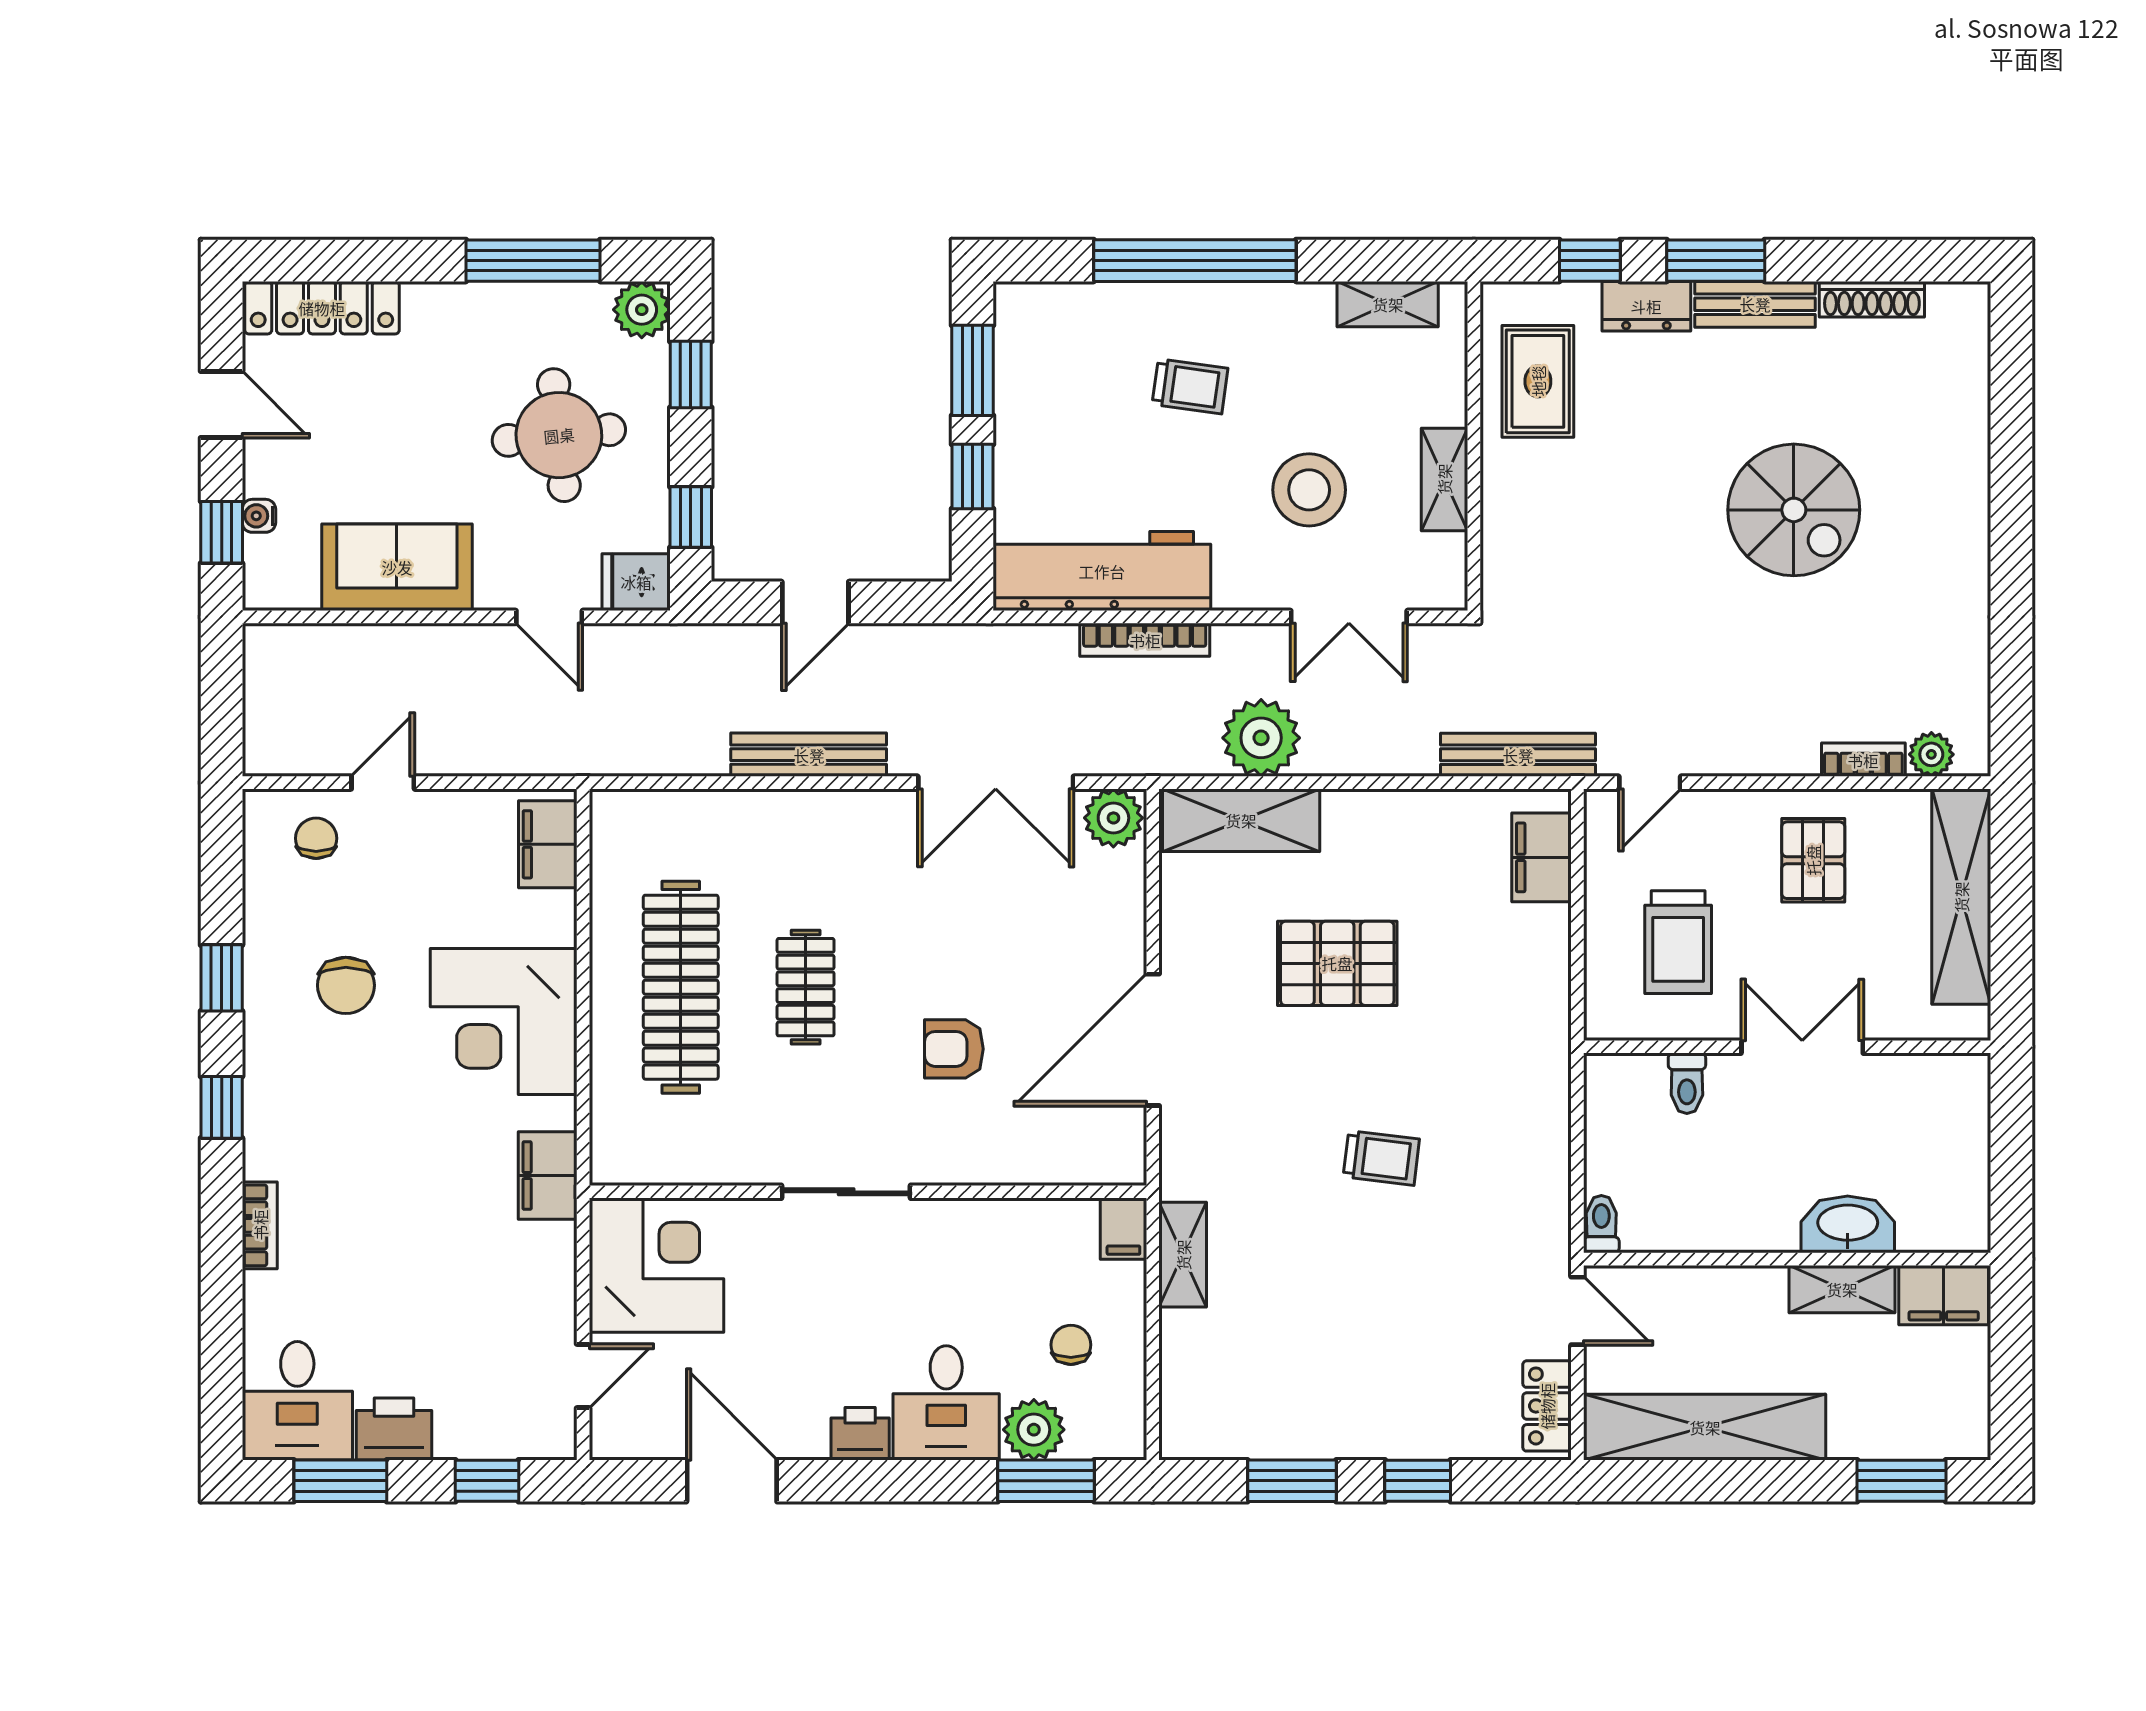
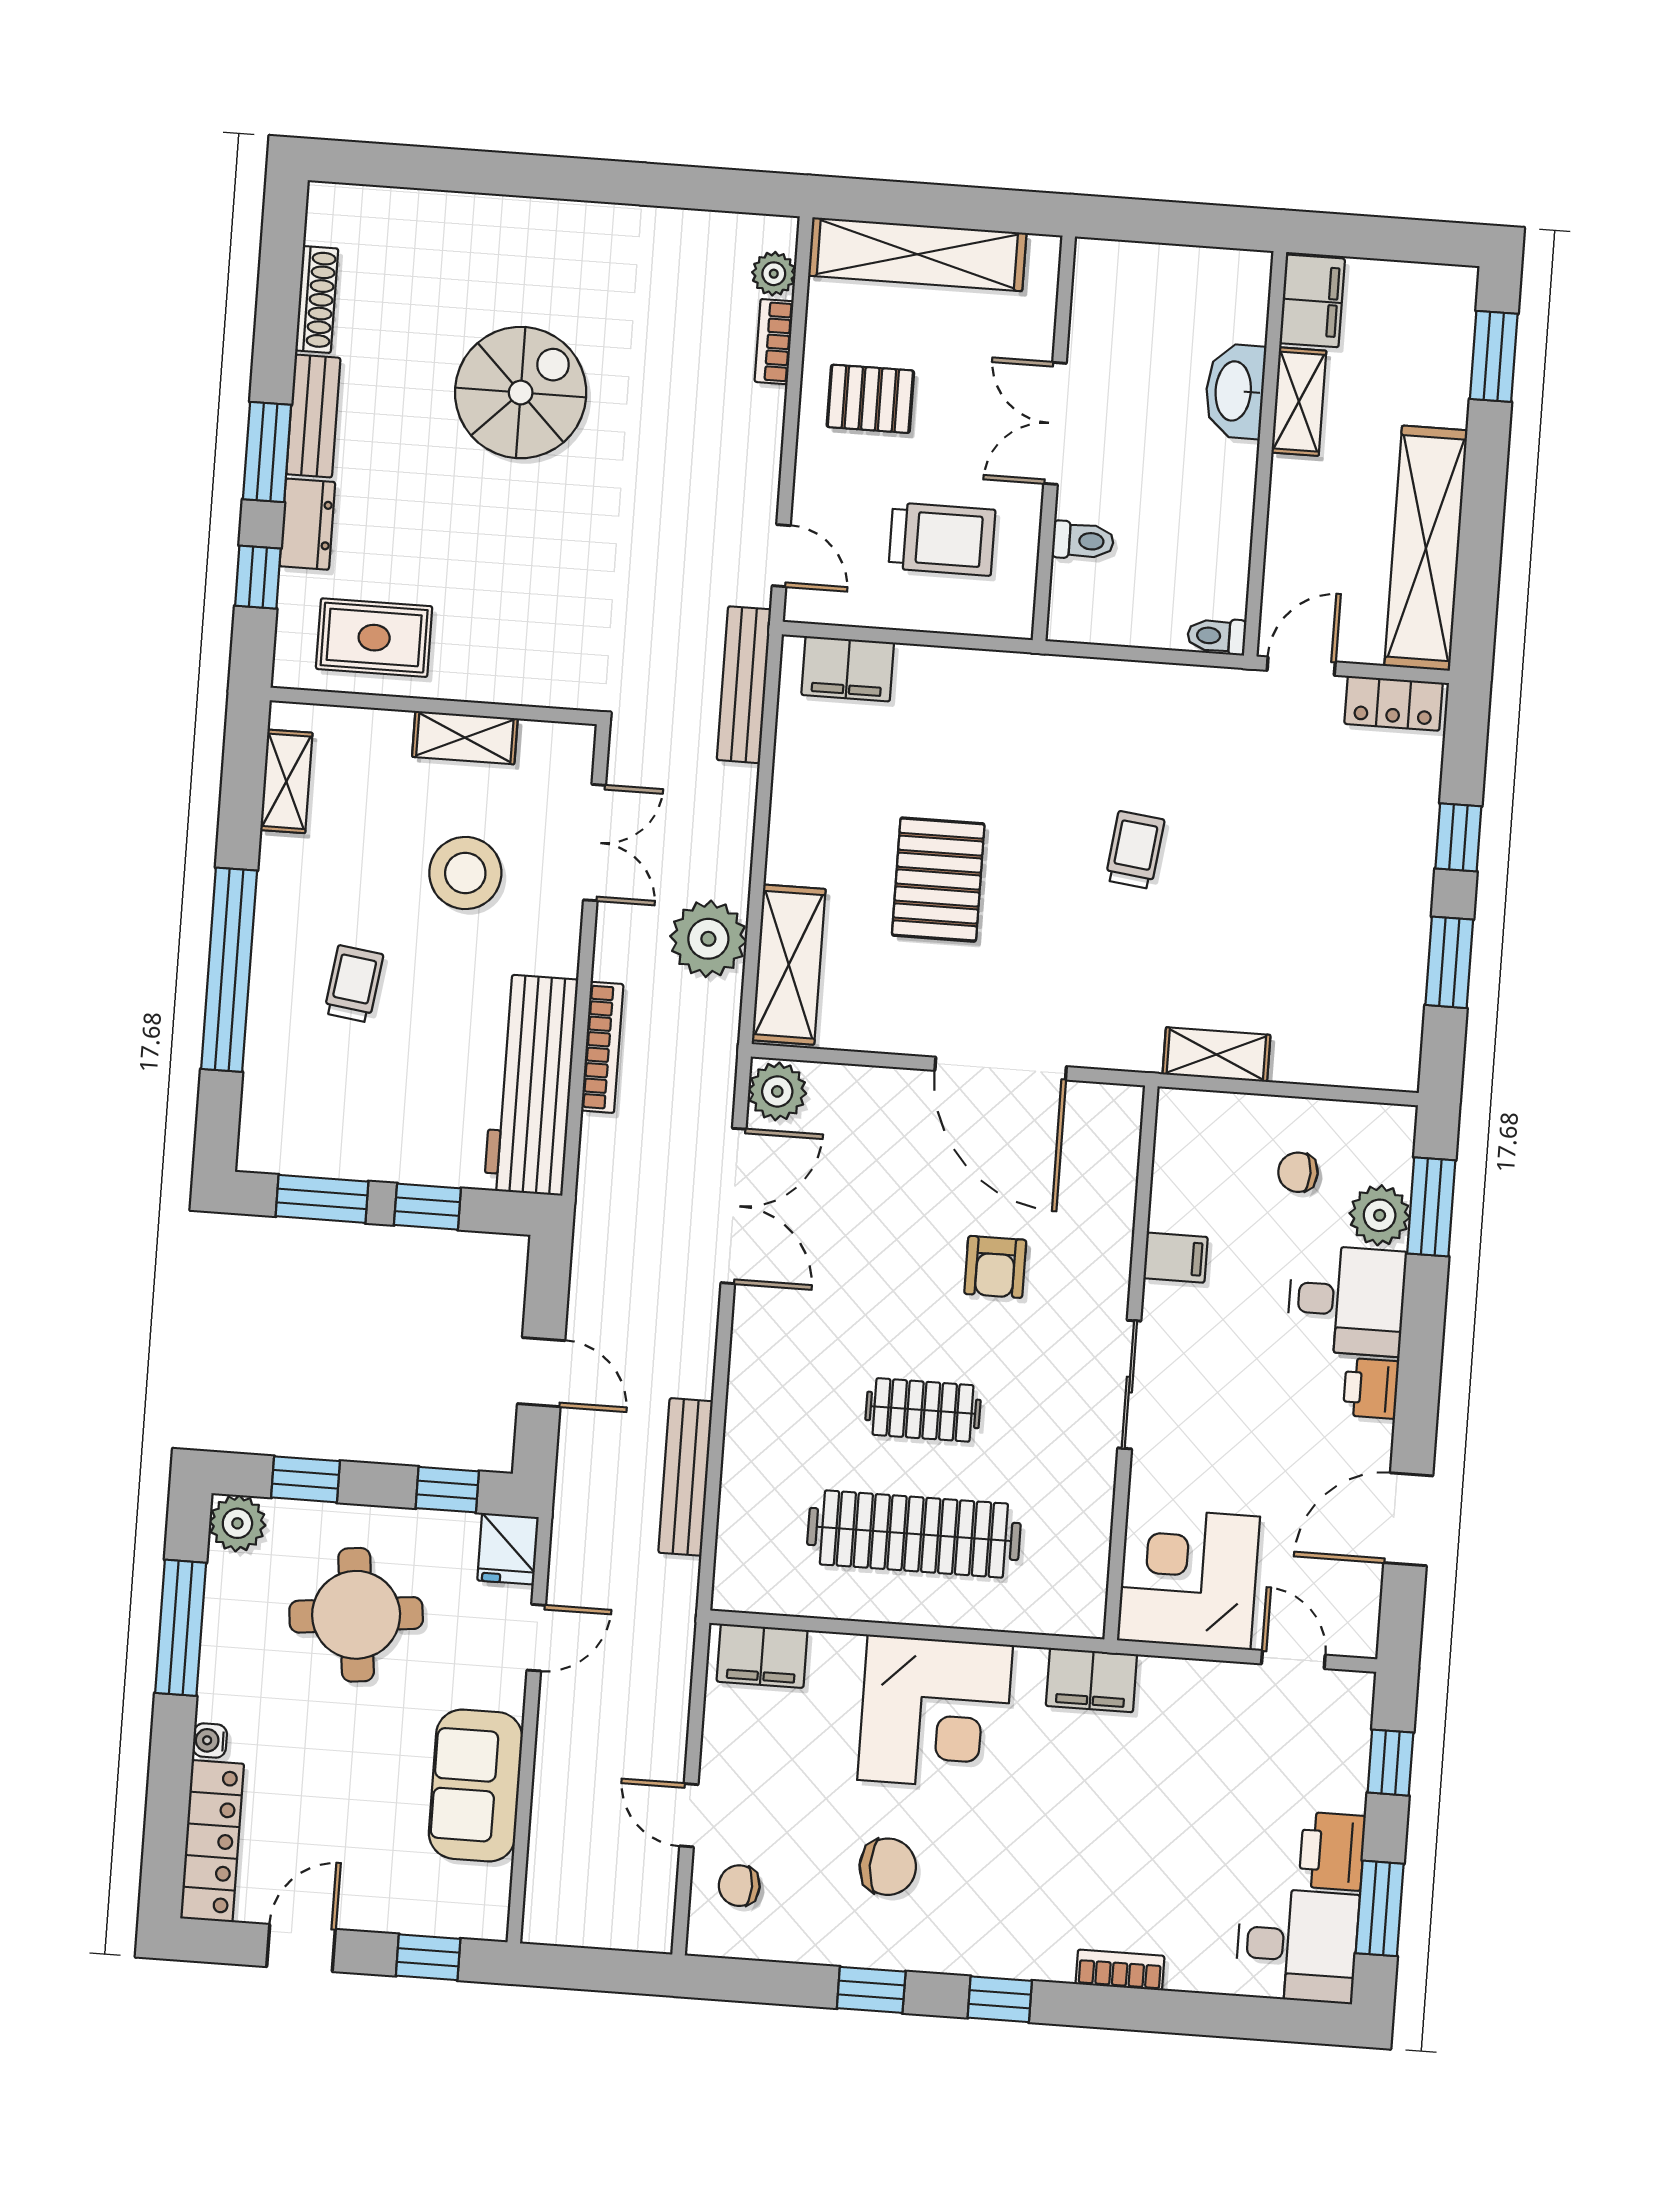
water cooler: (259, 516) -> (210, 1740), moved, turned 90
bench: (809, 755) -> (686, 1477), moved
filing cabinet: (1123, 1229) -> (1176, 1258), moved

